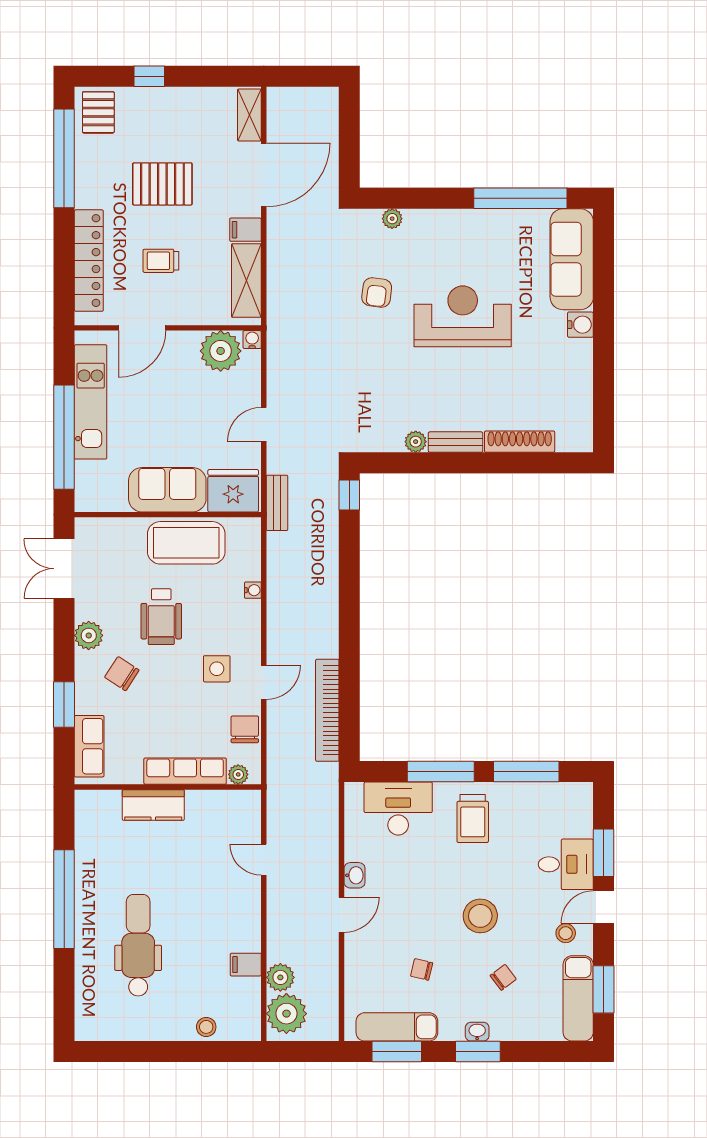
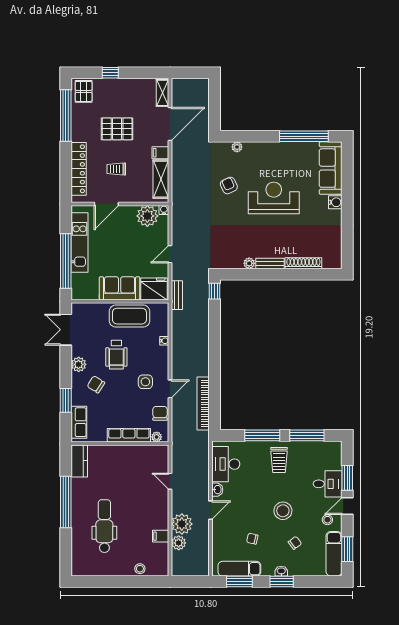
armchair: (377, 293) -> (229, 185), turned 148
kitchen counter: (153, 805) -> (79, 461), moved, turned -90
desk: (398, 808) -> (226, 464), moved, turned -90
plant: (286, 1014) -> (182, 524), moved

